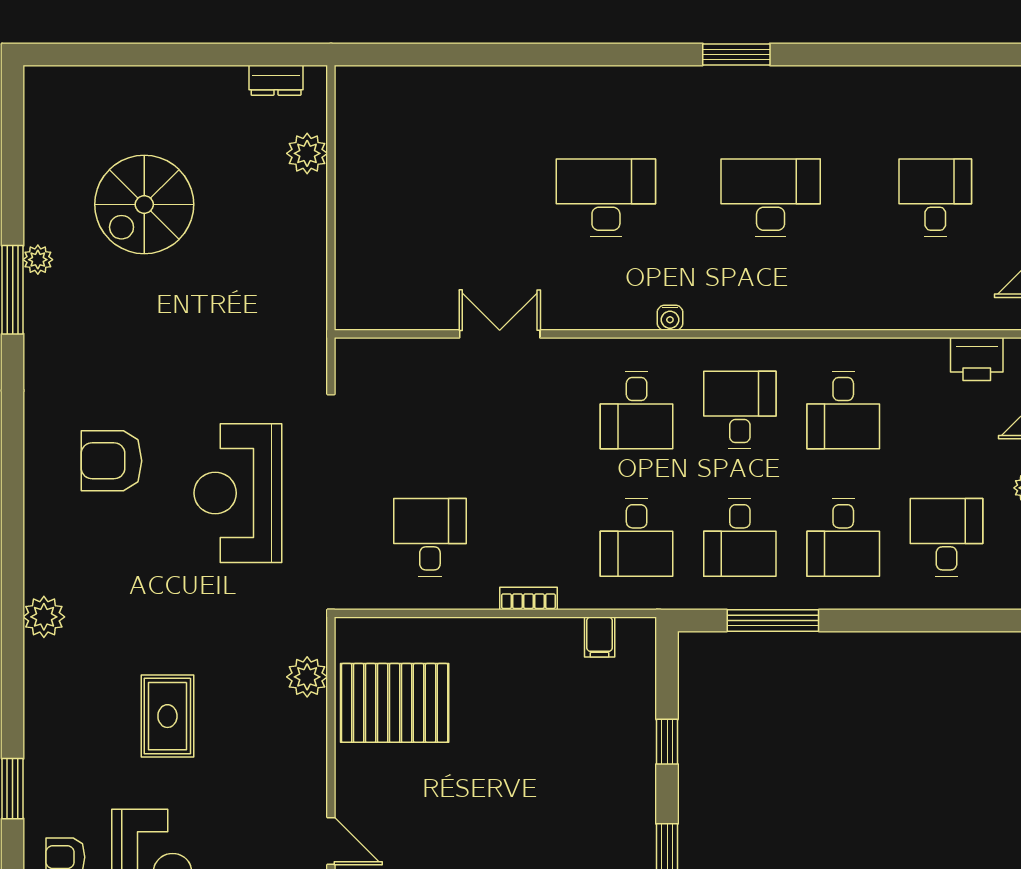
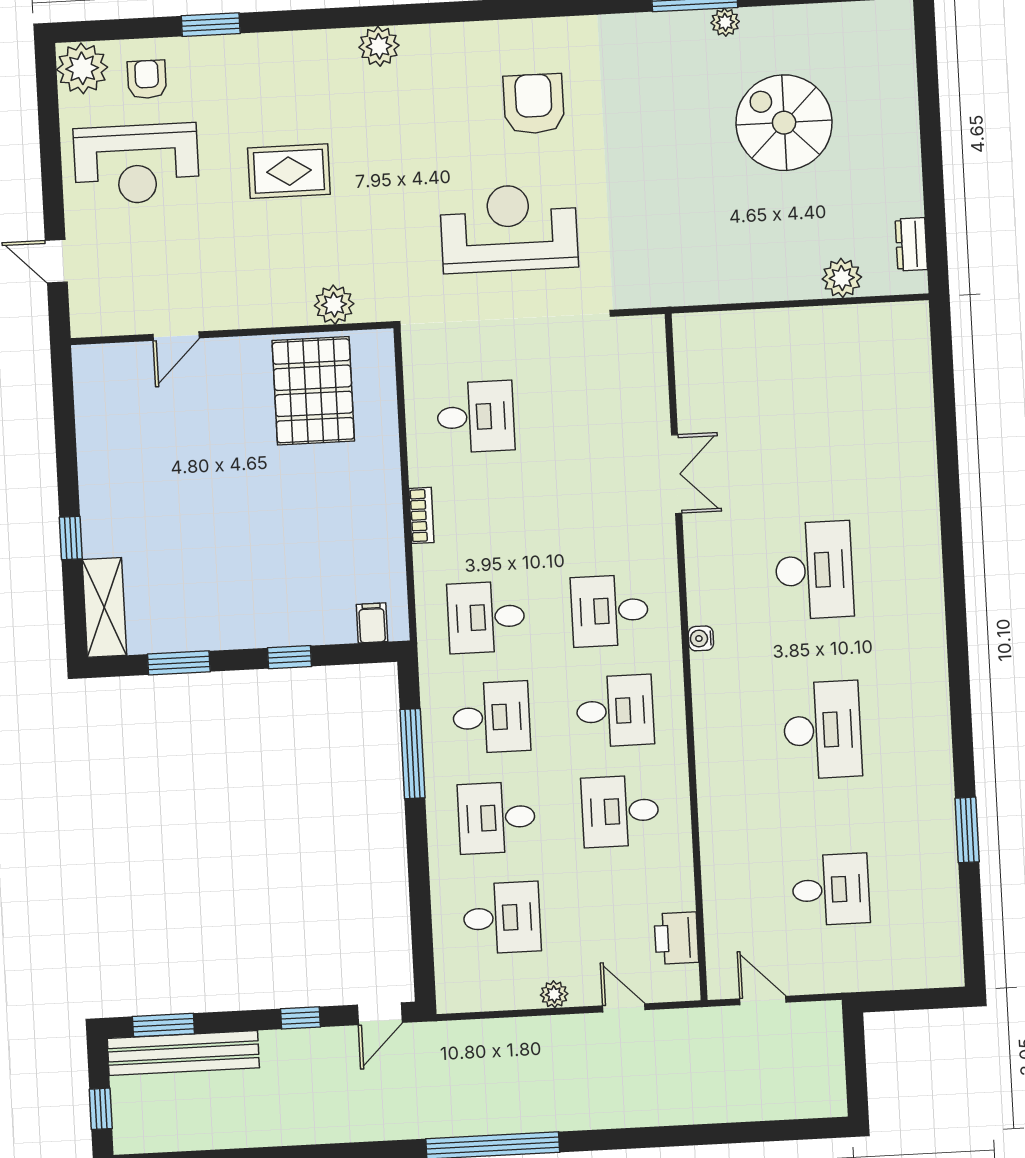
window: (736, 54) -> (967, 830), moved
desk: (740, 537) -> (491, 717), turned 180
filing cabinet: (600, 637) -> (372, 623), moved, turned 90

